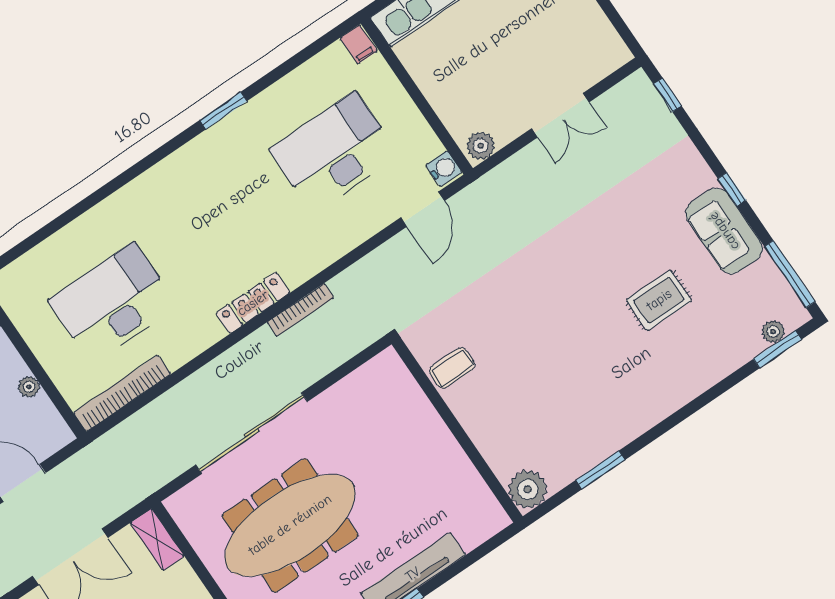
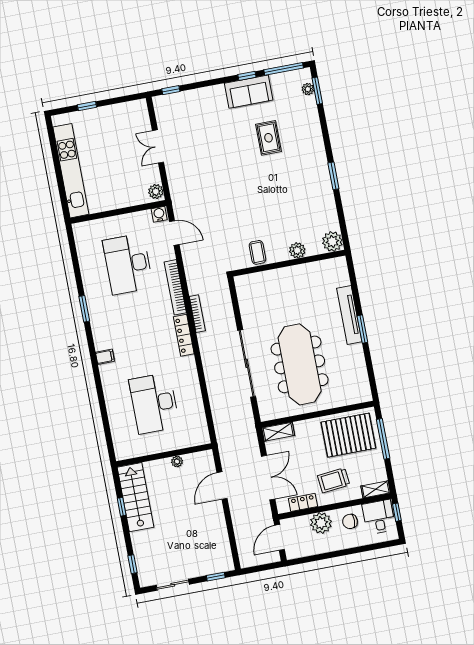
filing cabinet: (359, 44) -> (105, 357), moved
double door: (560, 115) -> (158, 146), swing flipped
window: (732, 189) -> (247, 76), moved
bookcase: (122, 393) -> (175, 287), moved
plant: (486, 435) -> (297, 250), added
window: (601, 470) -> (333, 176), moved

